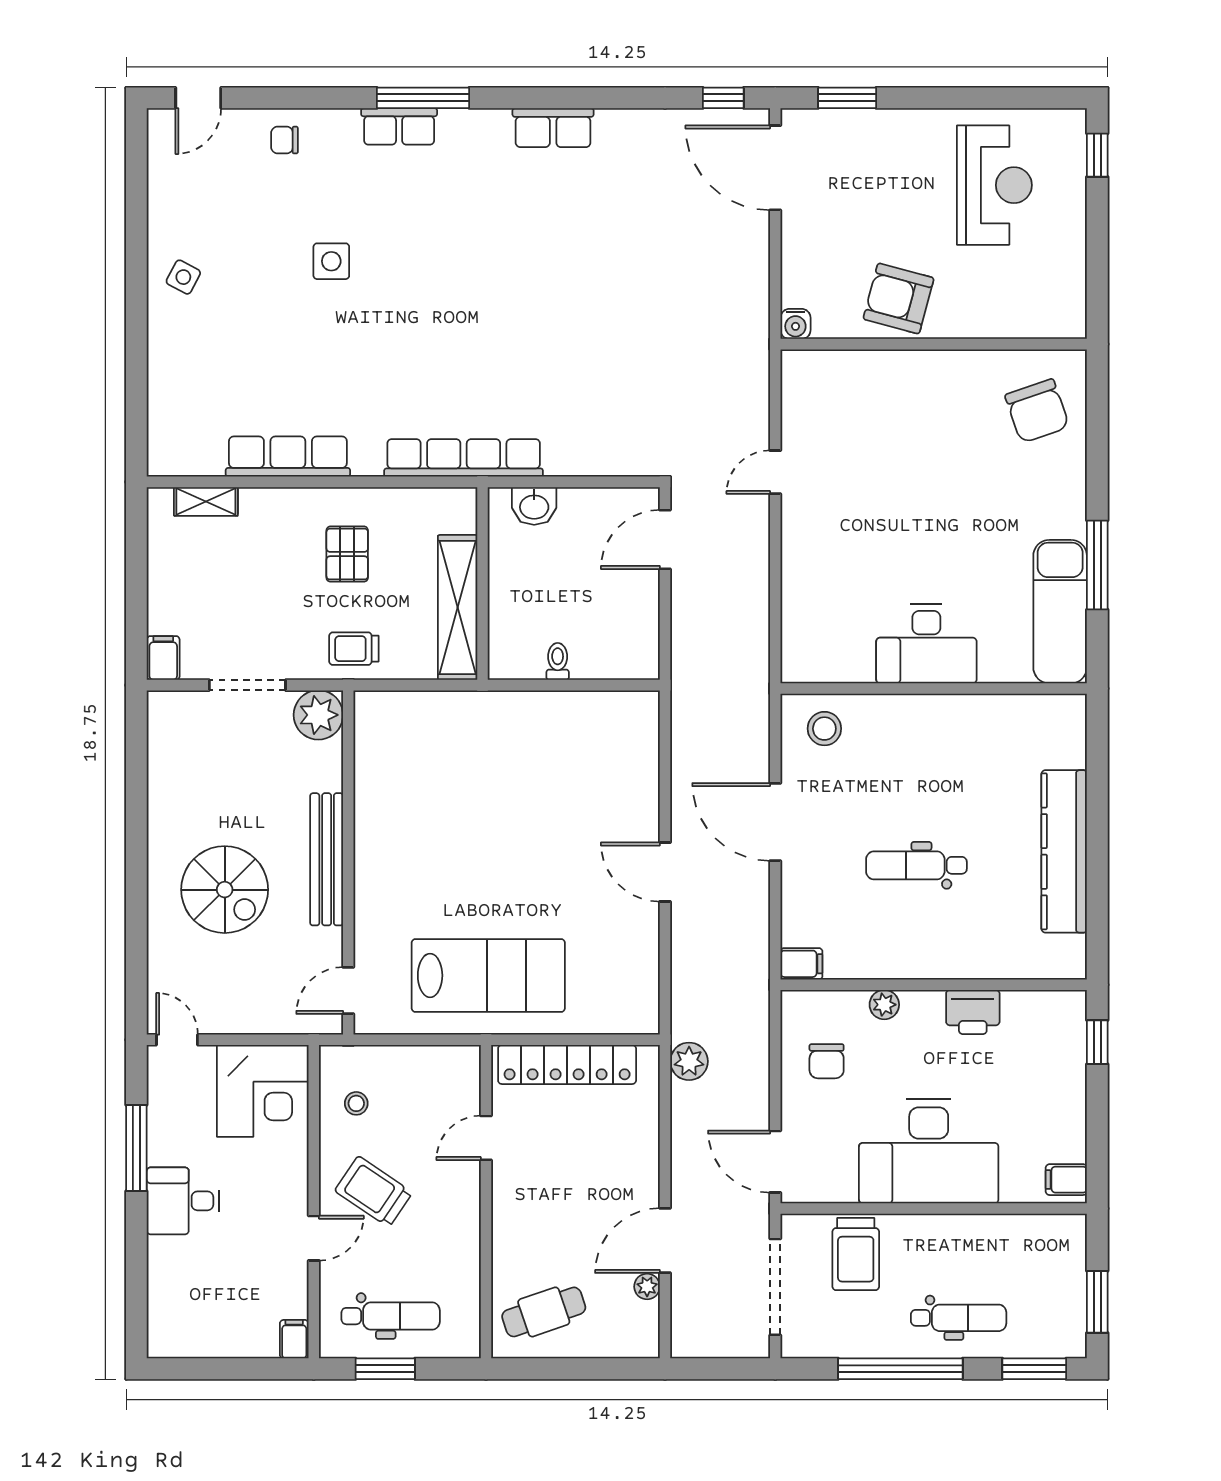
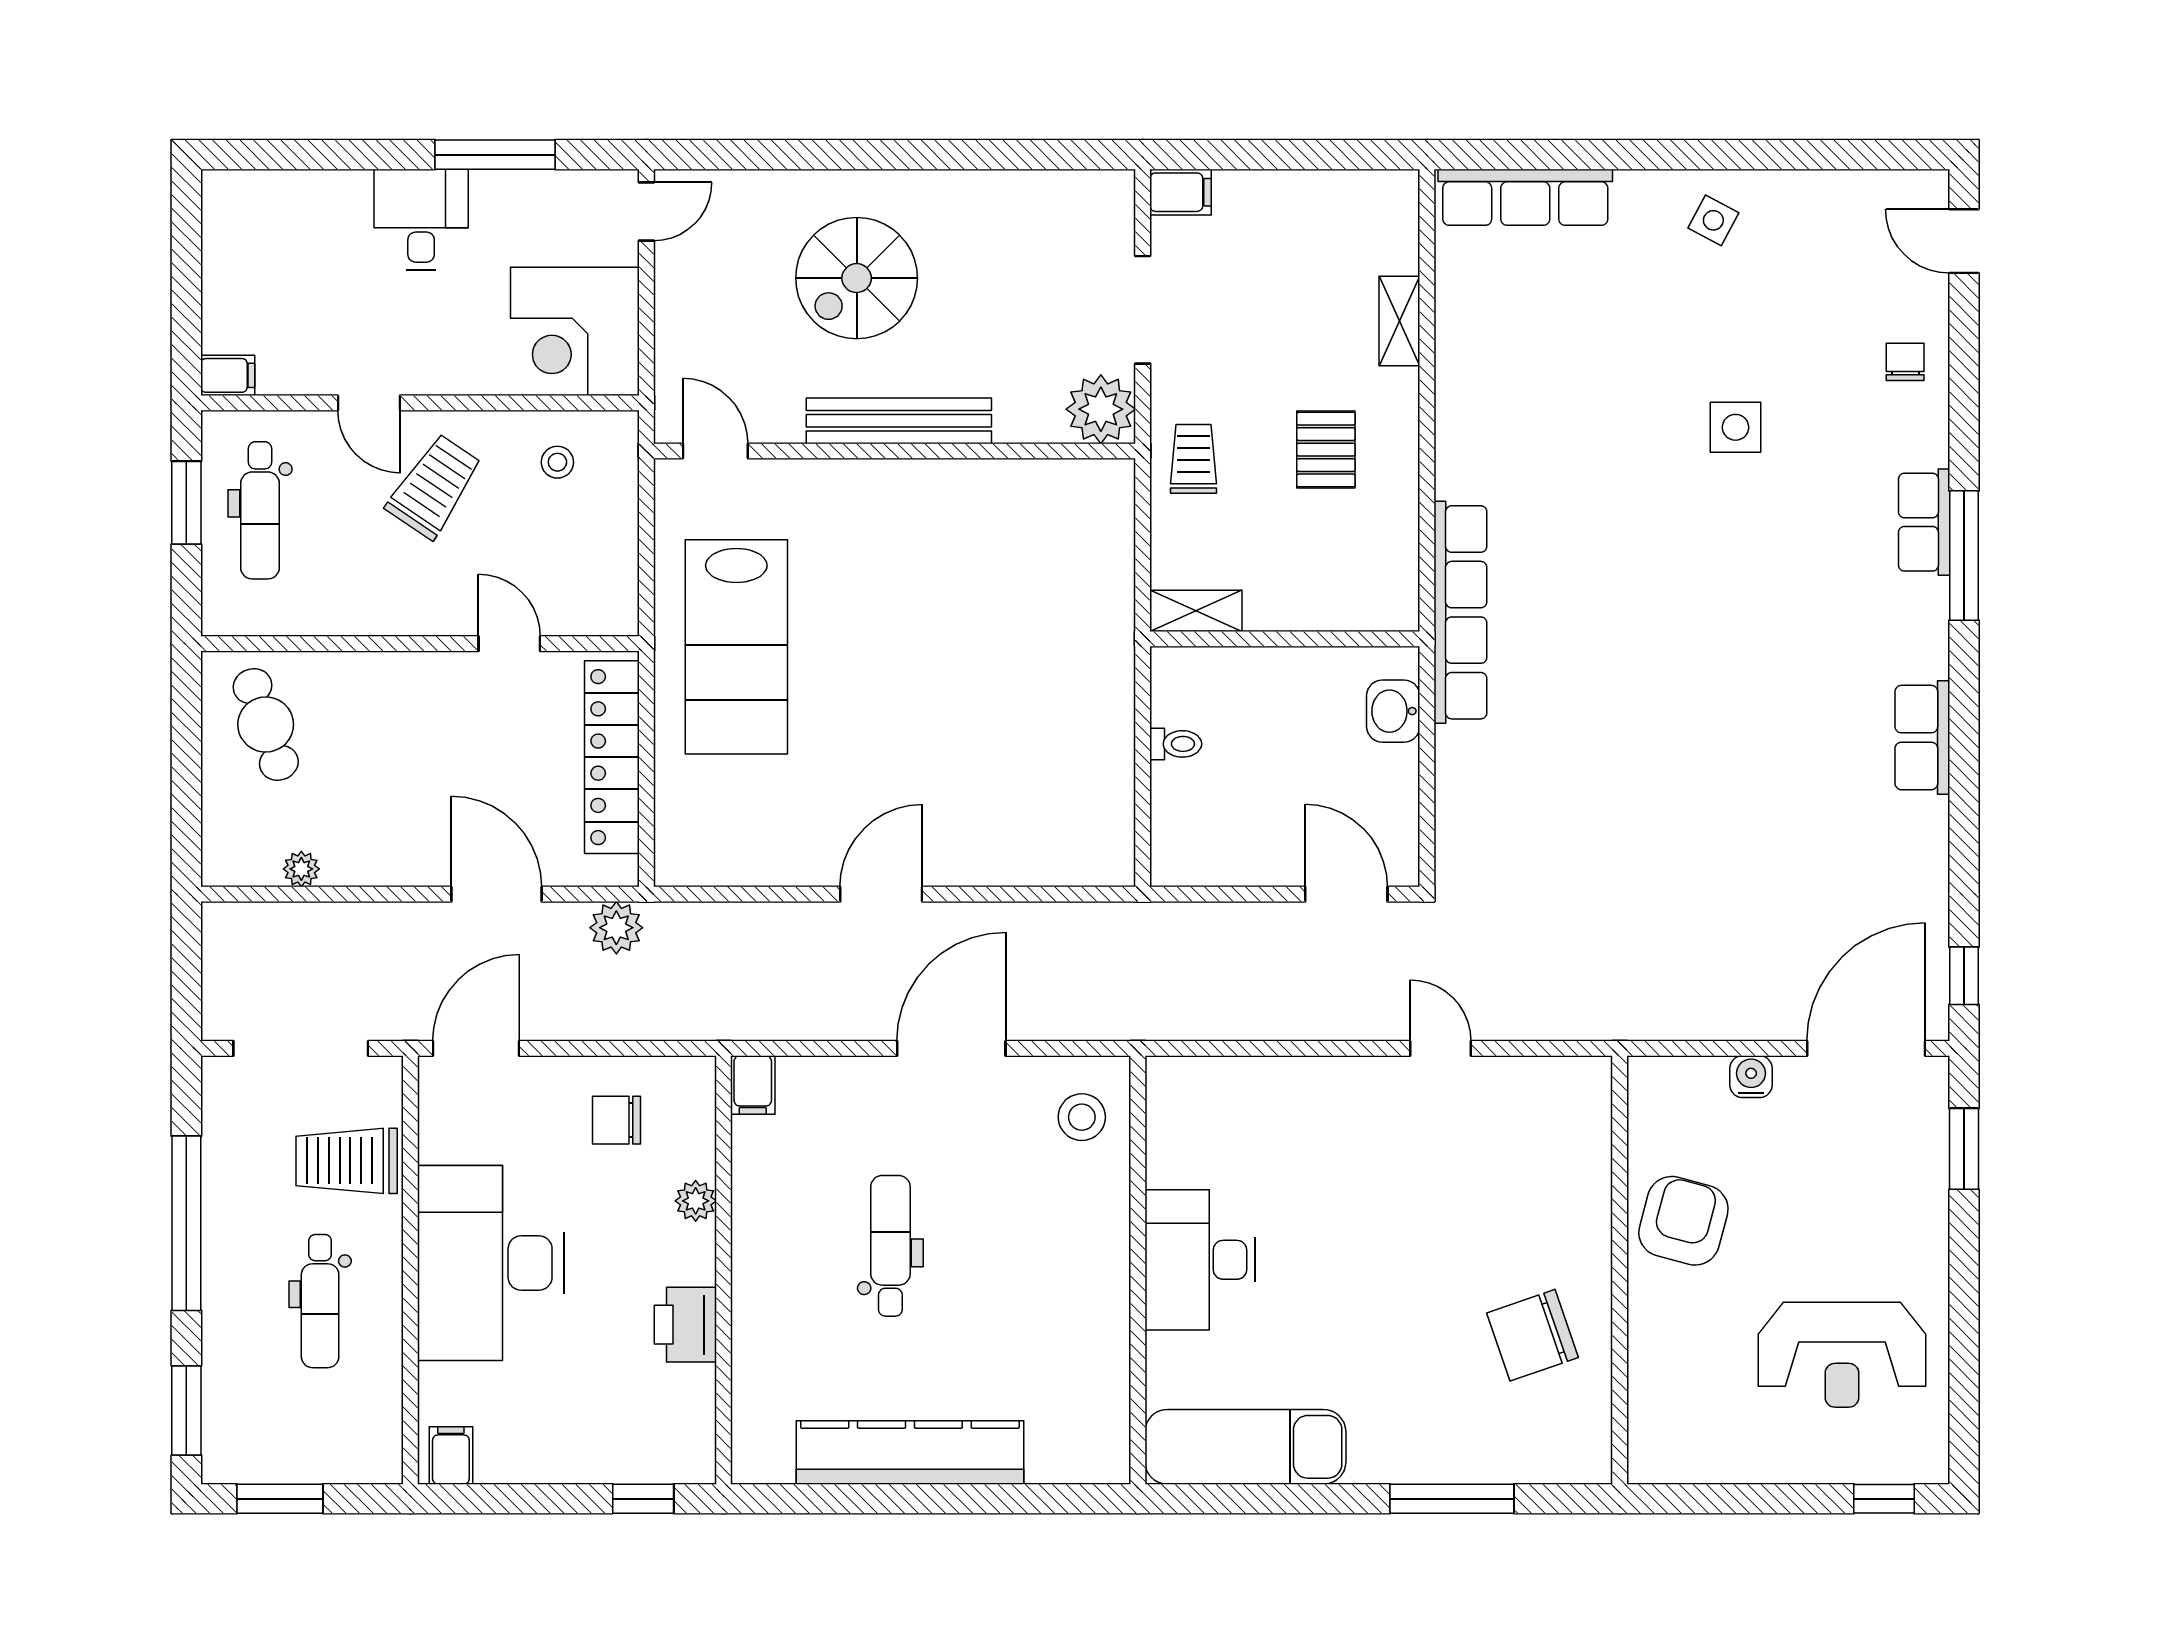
water cooler: (795, 324) -> (1751, 1077), moved, turned 90
chair: (1037, 411) -> (1533, 1335), moved
row of seats: (288, 457) -> (1525, 197), moved, turned 90
shelving: (206, 502) -> (1399, 321), moved
pallet: (347, 554) -> (1326, 450), turned 90
window: (1097, 565) -> (1452, 1499), moved
shelving: (458, 607) -> (1196, 611), width x0.45, depth x0.75
door: (665, 1241) -> (496, 894), moved
dental chair: (959, 1318) -> (320, 1301), moved

